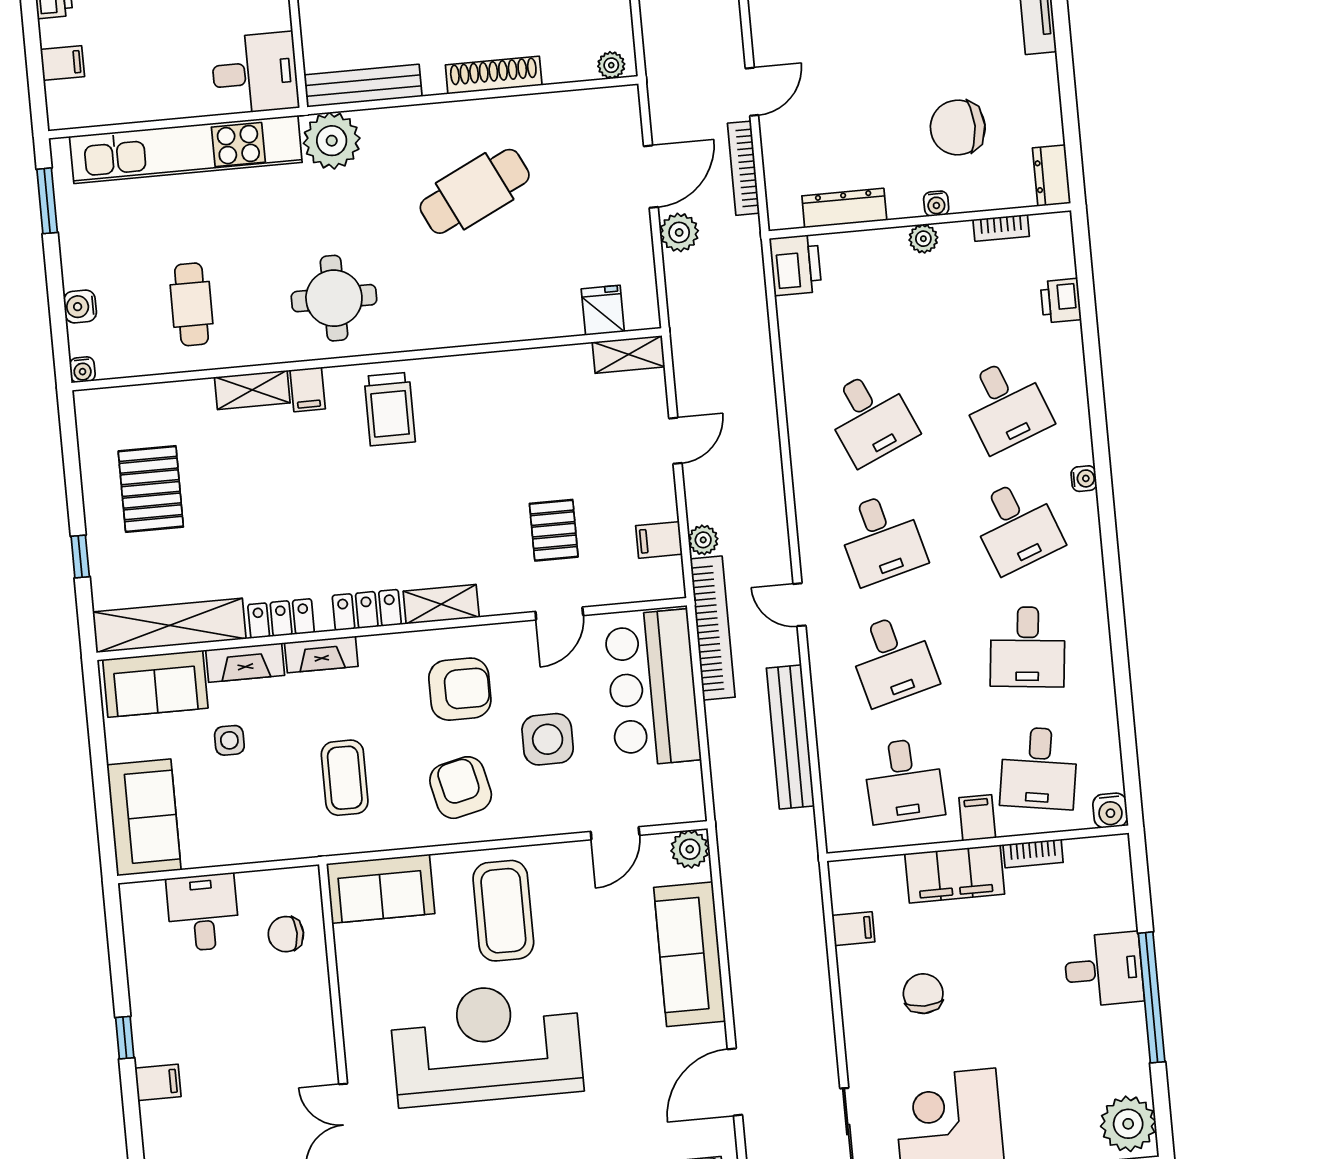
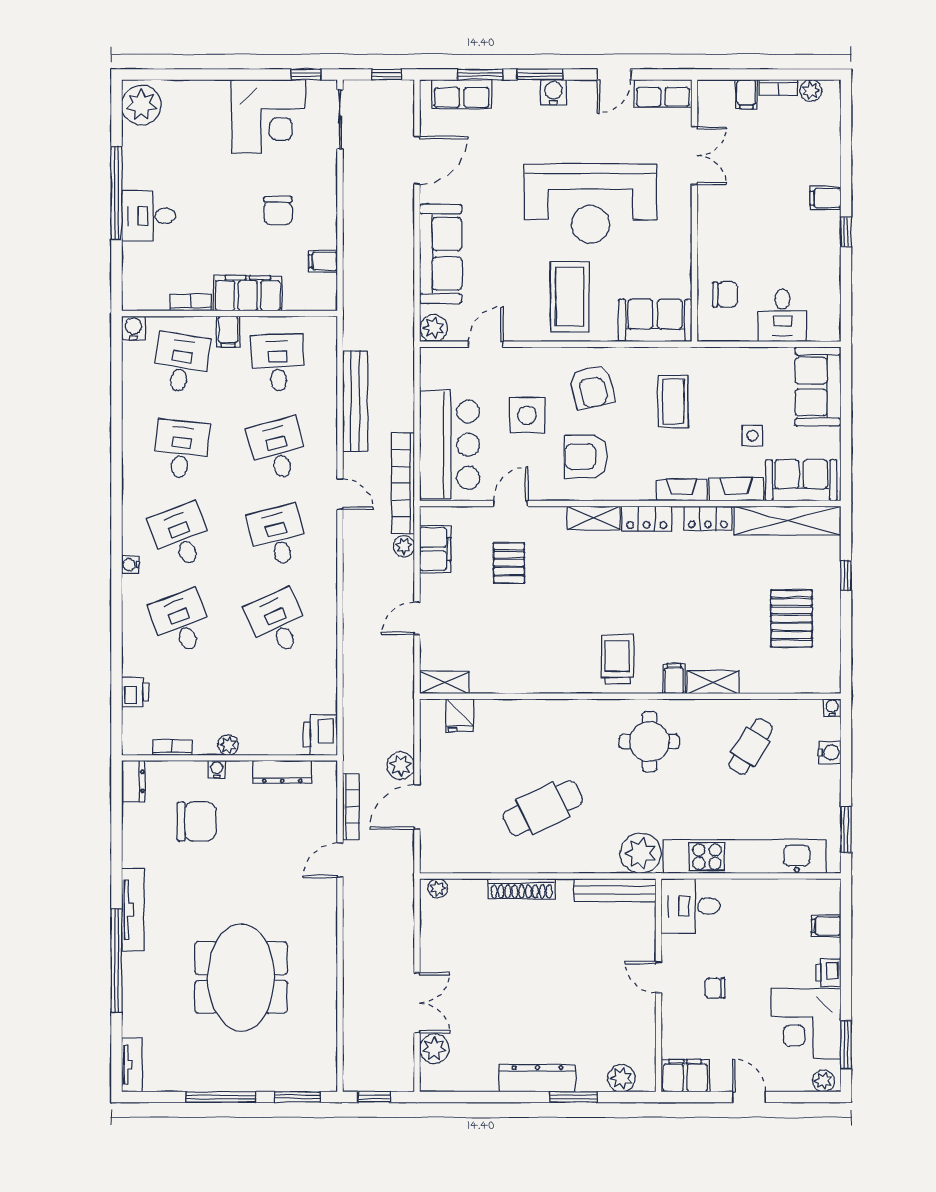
cafe table: (192, 304) -> (751, 747), turned 32
filing cabinet: (659, 540) -> (435, 549), width x2.00

